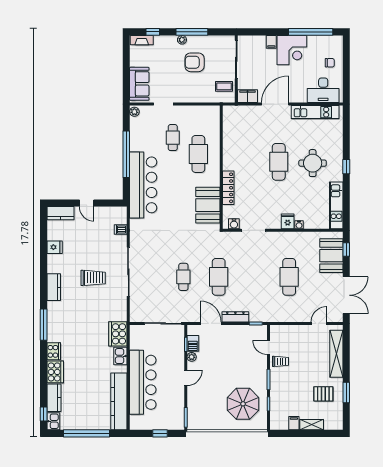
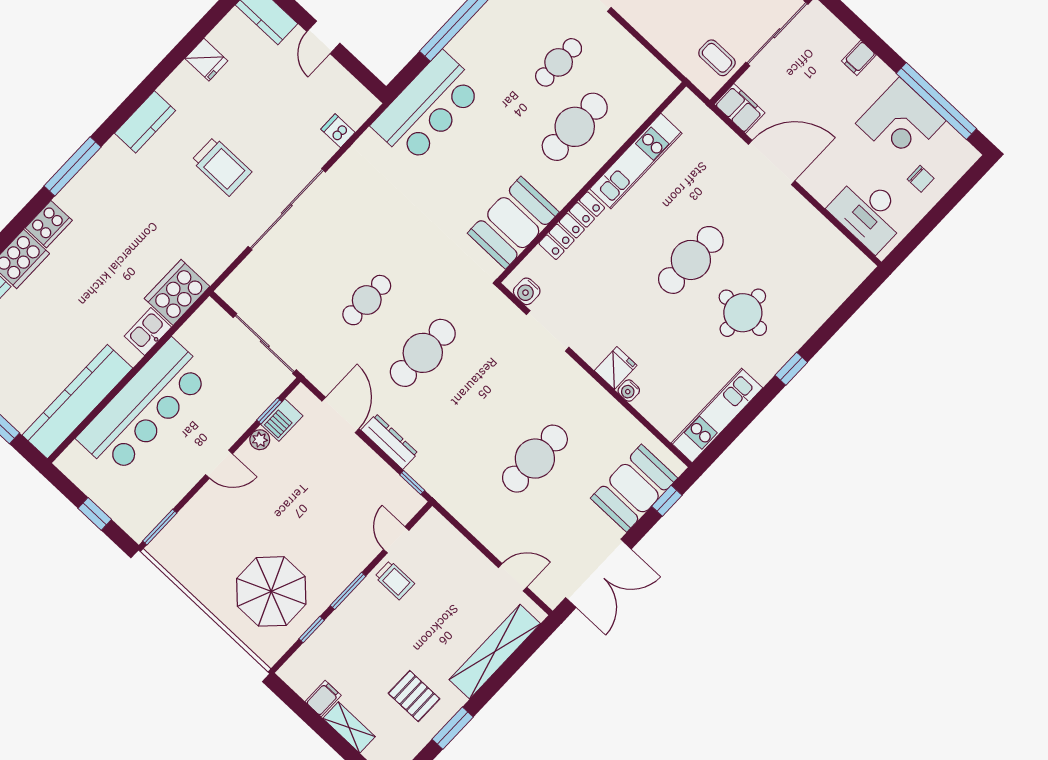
corner desk: (292, 50) -> (901, 122), moved
kitchen unit: (315, 112) -> (636, 161), moved, turned -90
bar counter: (143, 185) -> (427, 107), width x0.73

